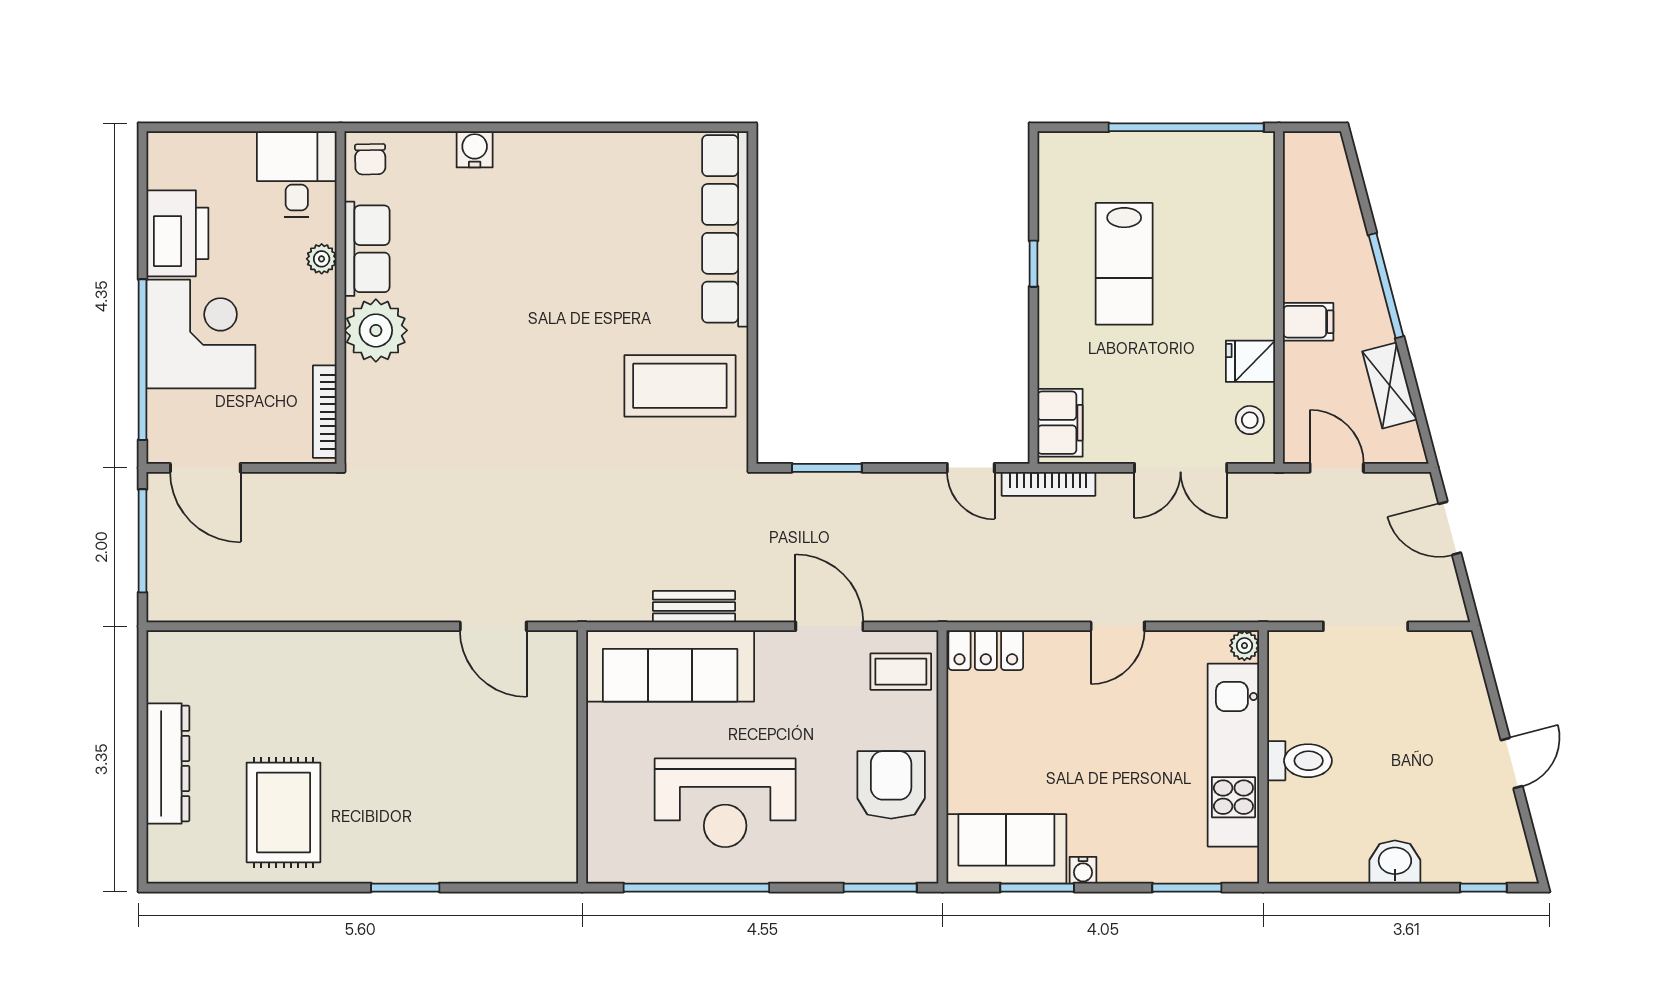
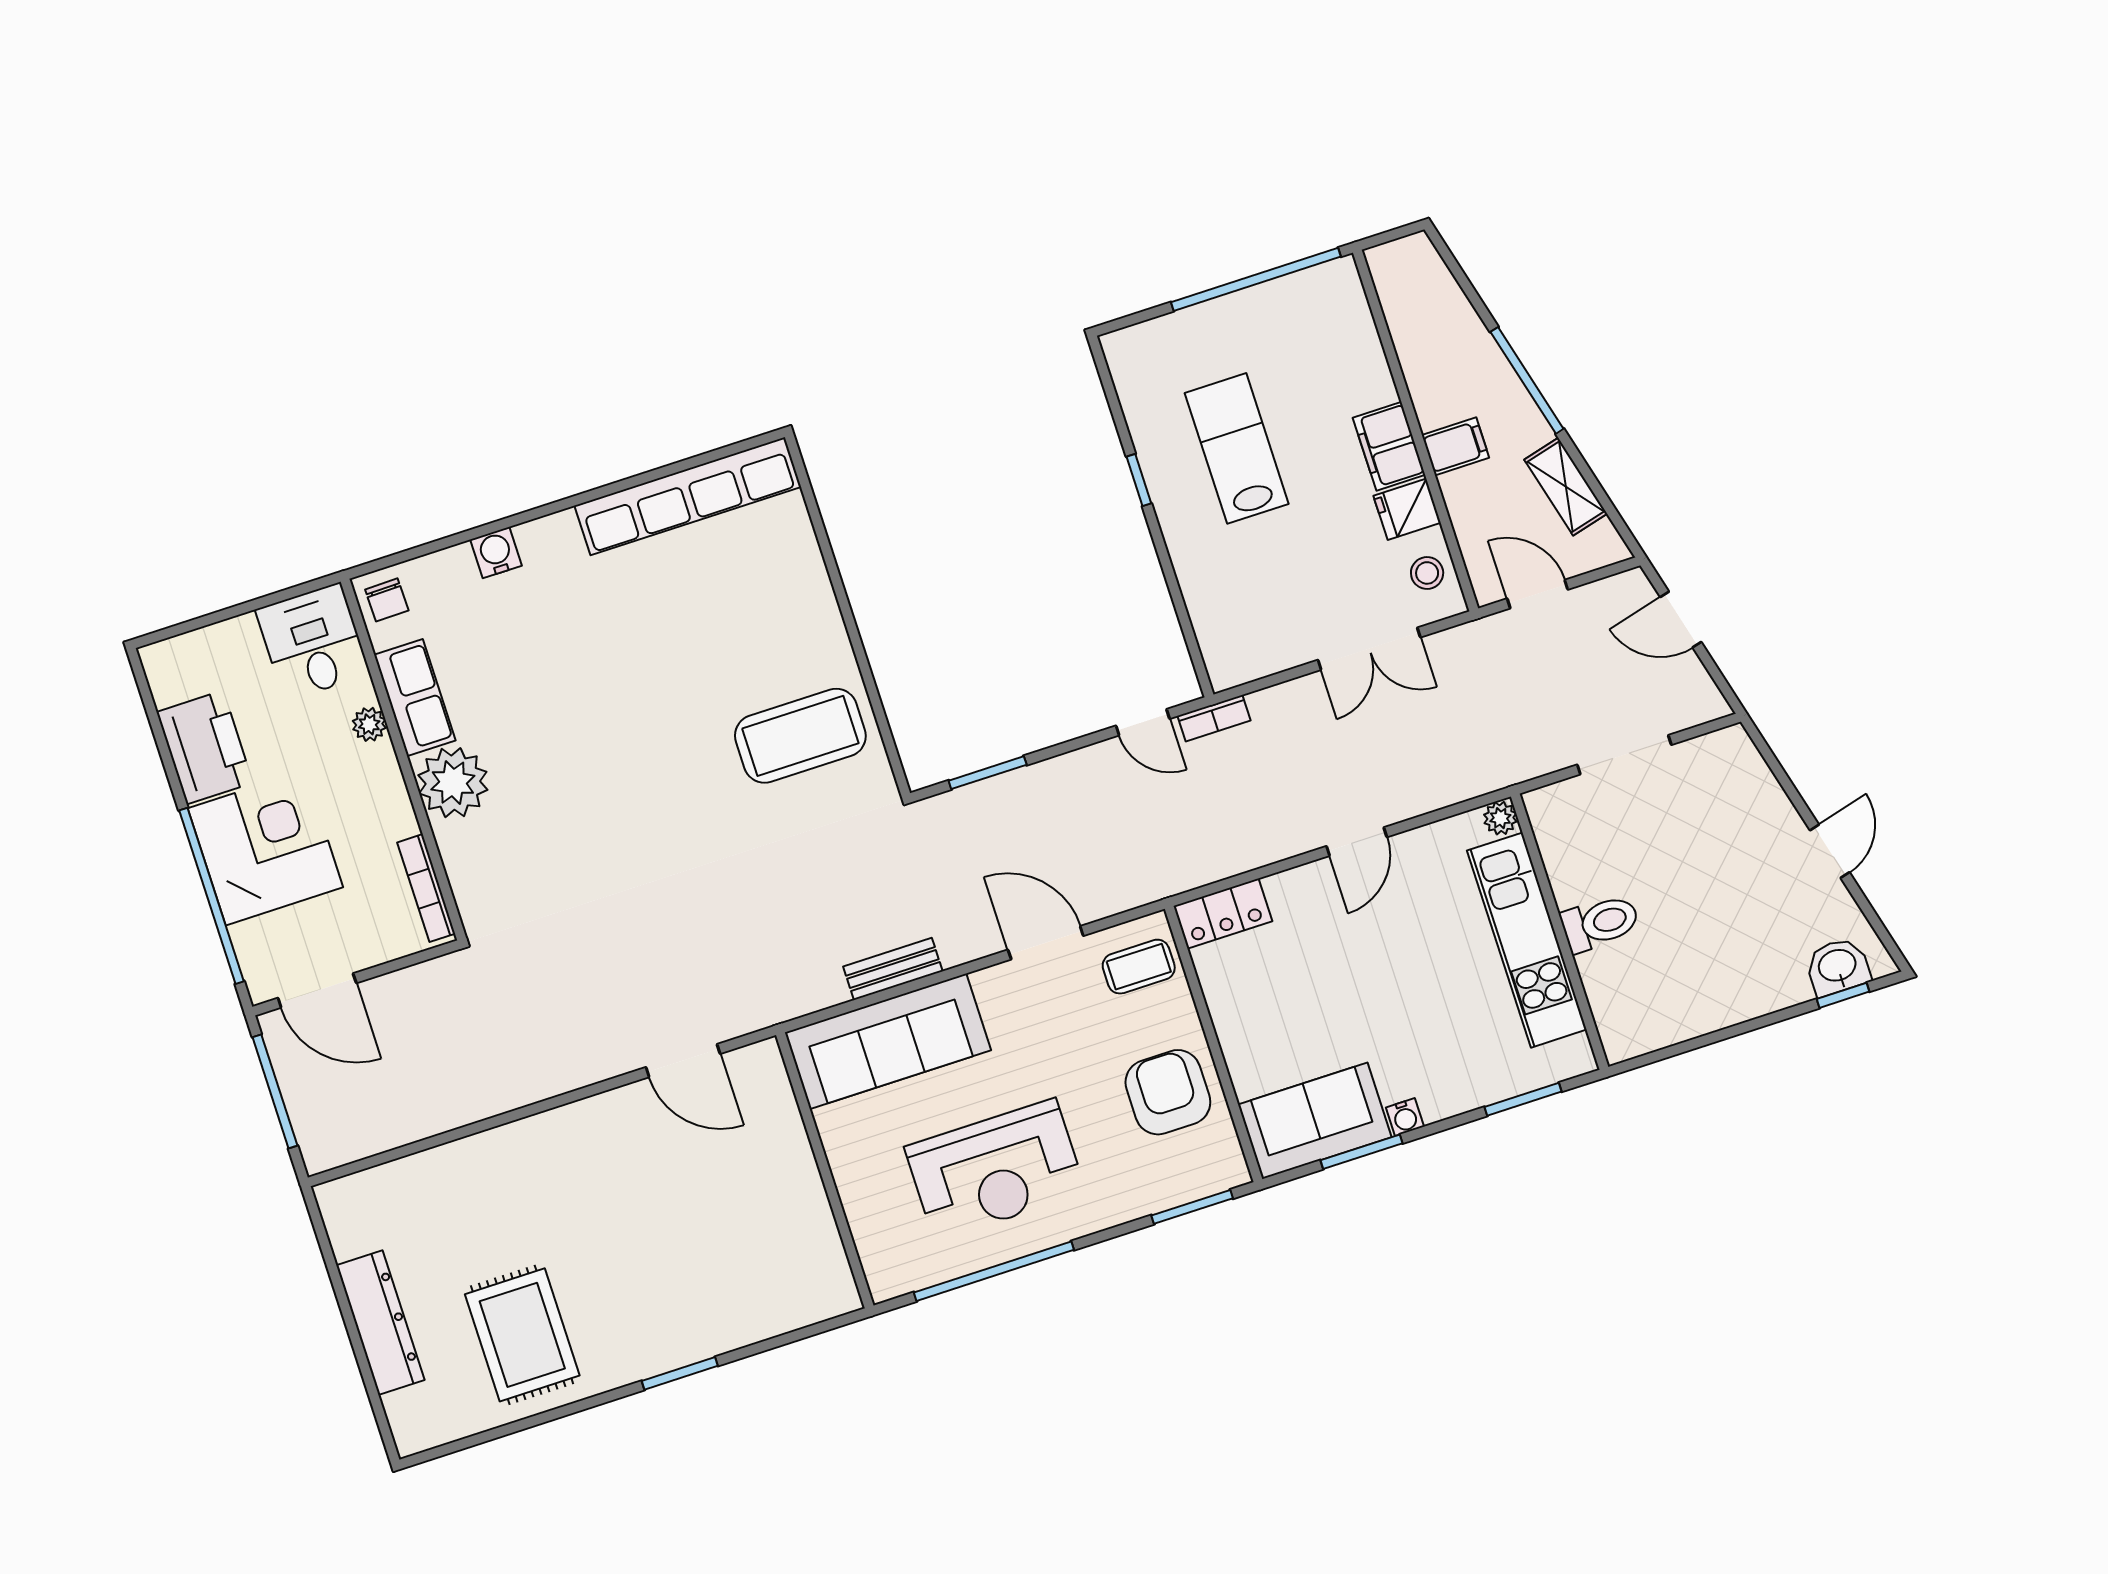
row of seats: (725, 229) -> (688, 496), moved, turned -90
lab bench: (1124, 264) -> (1237, 448), turned 180
filing cabinet: (1060, 423) -> (1389, 446), moved, turned 180
bookcase: (1048, 484) -> (1214, 718), width x0.64
washbasin: (1395, 862) -> (1838, 967), moved

